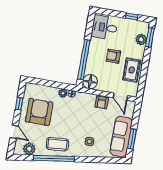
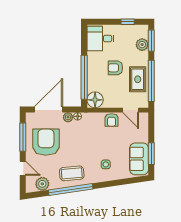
window: (144, 74) -> (151, 81), added
door: (47, 83) -> (48, 110), added
window: (19, 104) -> (23, 137), width x2.17
sofa: (121, 137) -> (139, 159), width x0.73

